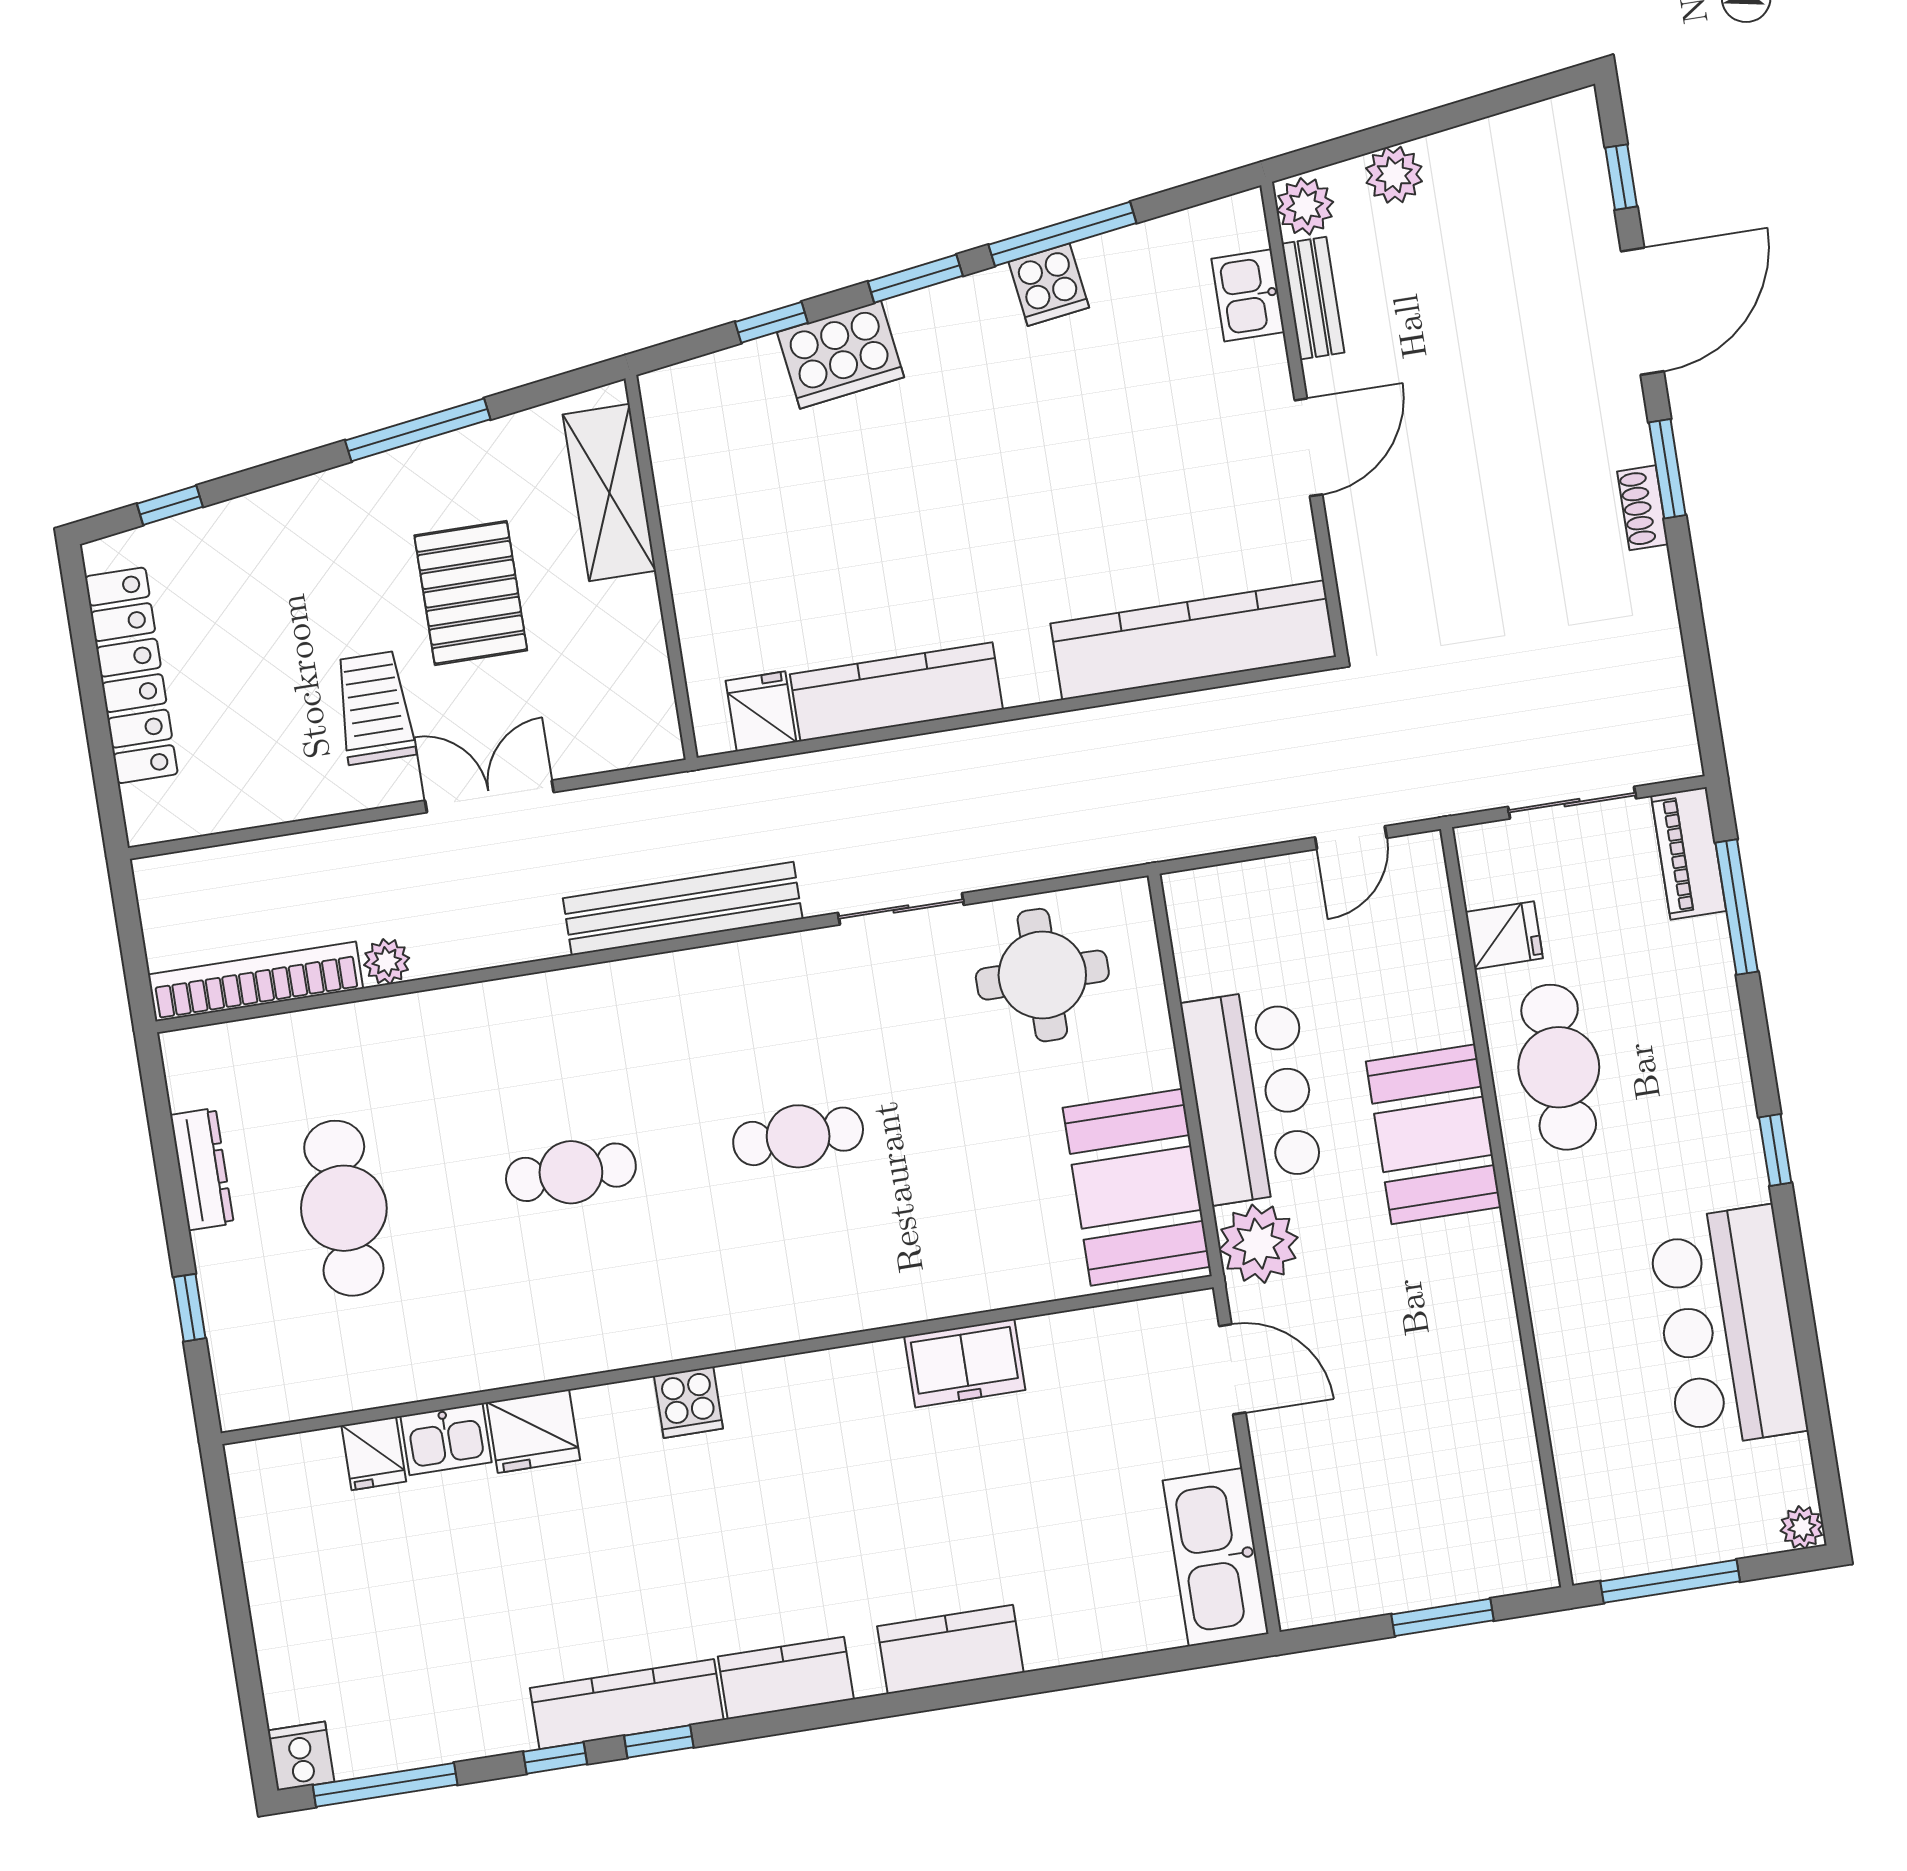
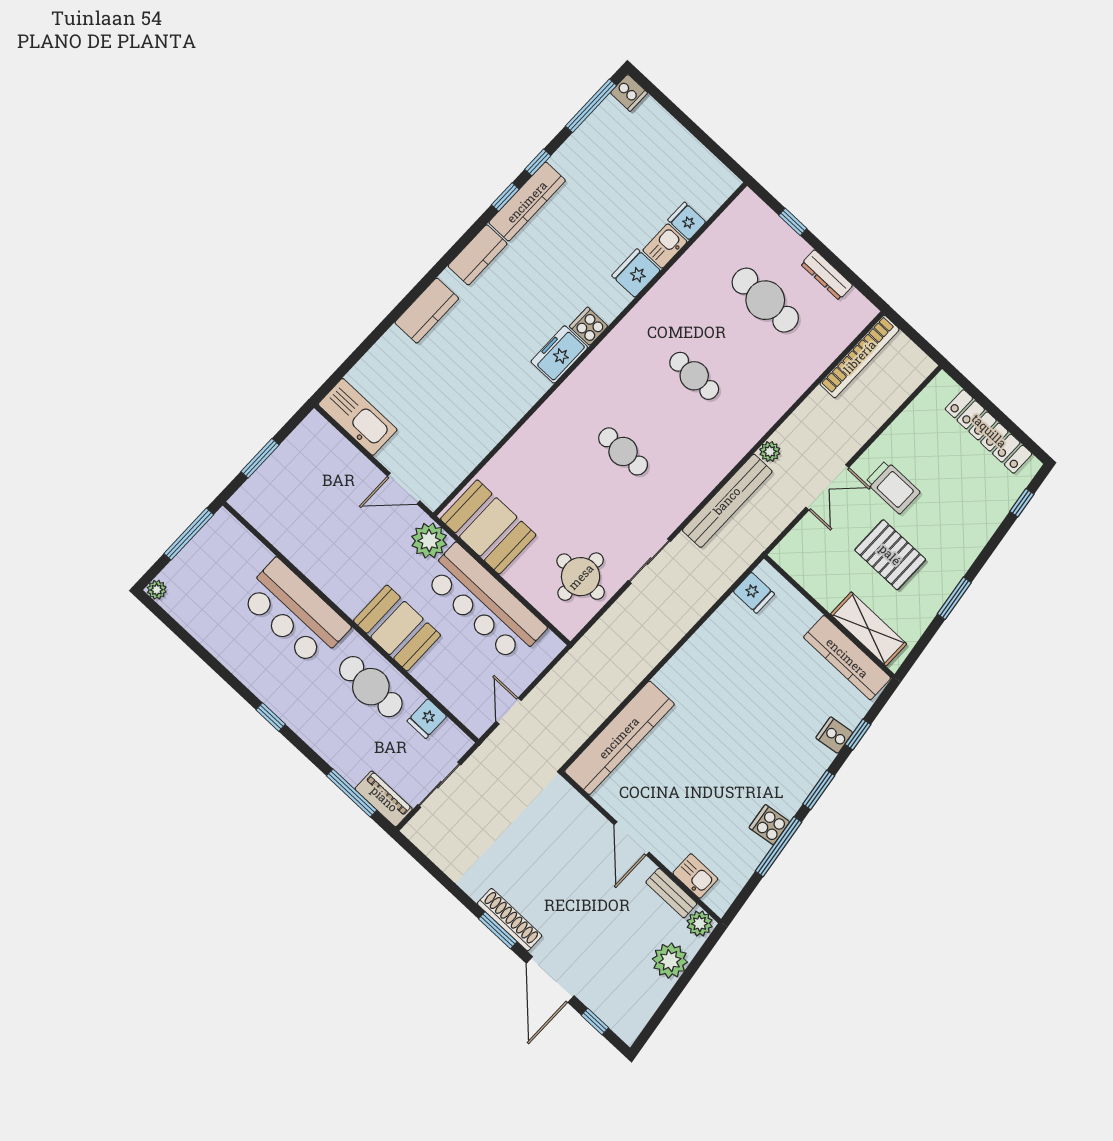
plant: (1394, 175) -> (670, 961), width x1.36, depth x1.36
cooker: (840, 355) -> (834, 735), width x0.53, depth x0.76
window: (418, 430) -> (954, 598), width x0.69
shoe rack: (1643, 508) -> (510, 920), width x1.94, depth x1.24
kitchen counter: (896, 692) -> (847, 658), moved, turned 90
plant: (387, 962) -> (770, 452), moved
bar counter: (1252, 1096) -> (485, 603), width x1.36
cafe table: (798, 1136) -> (623, 451), turned 90
cafe table: (571, 1172) -> (694, 376), turned 90
bar counter: (1727, 1327) -> (295, 613), moved, turned 180
freezer: (965, 1363) -> (559, 354), moved

